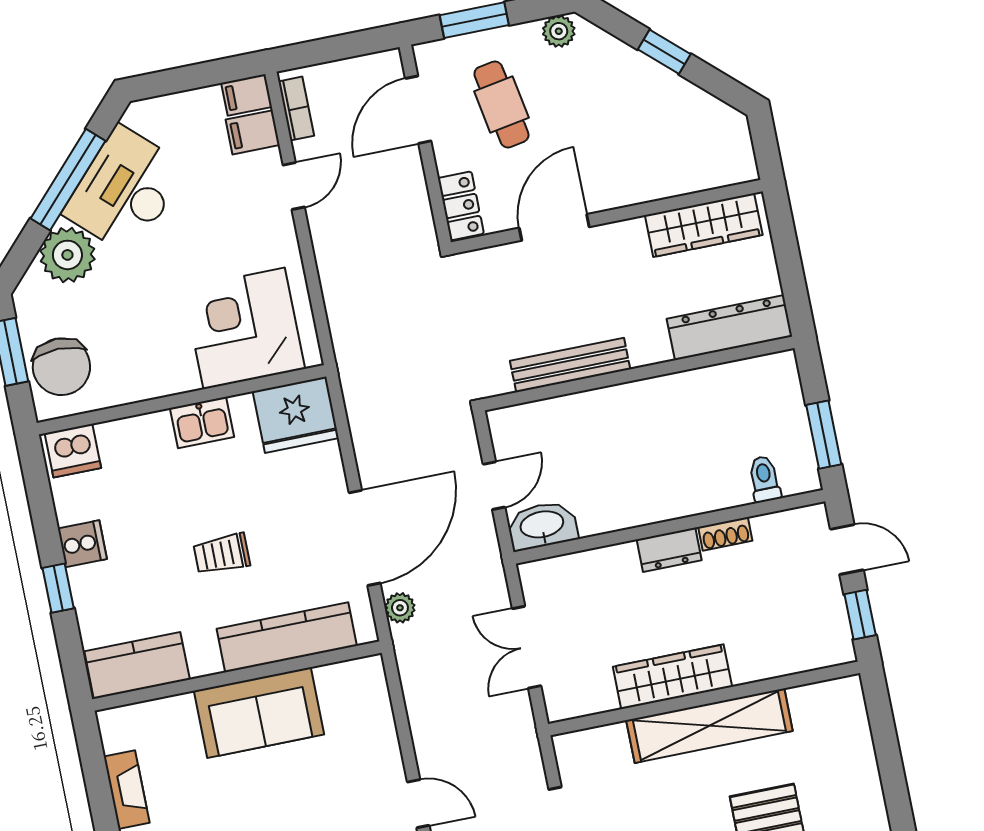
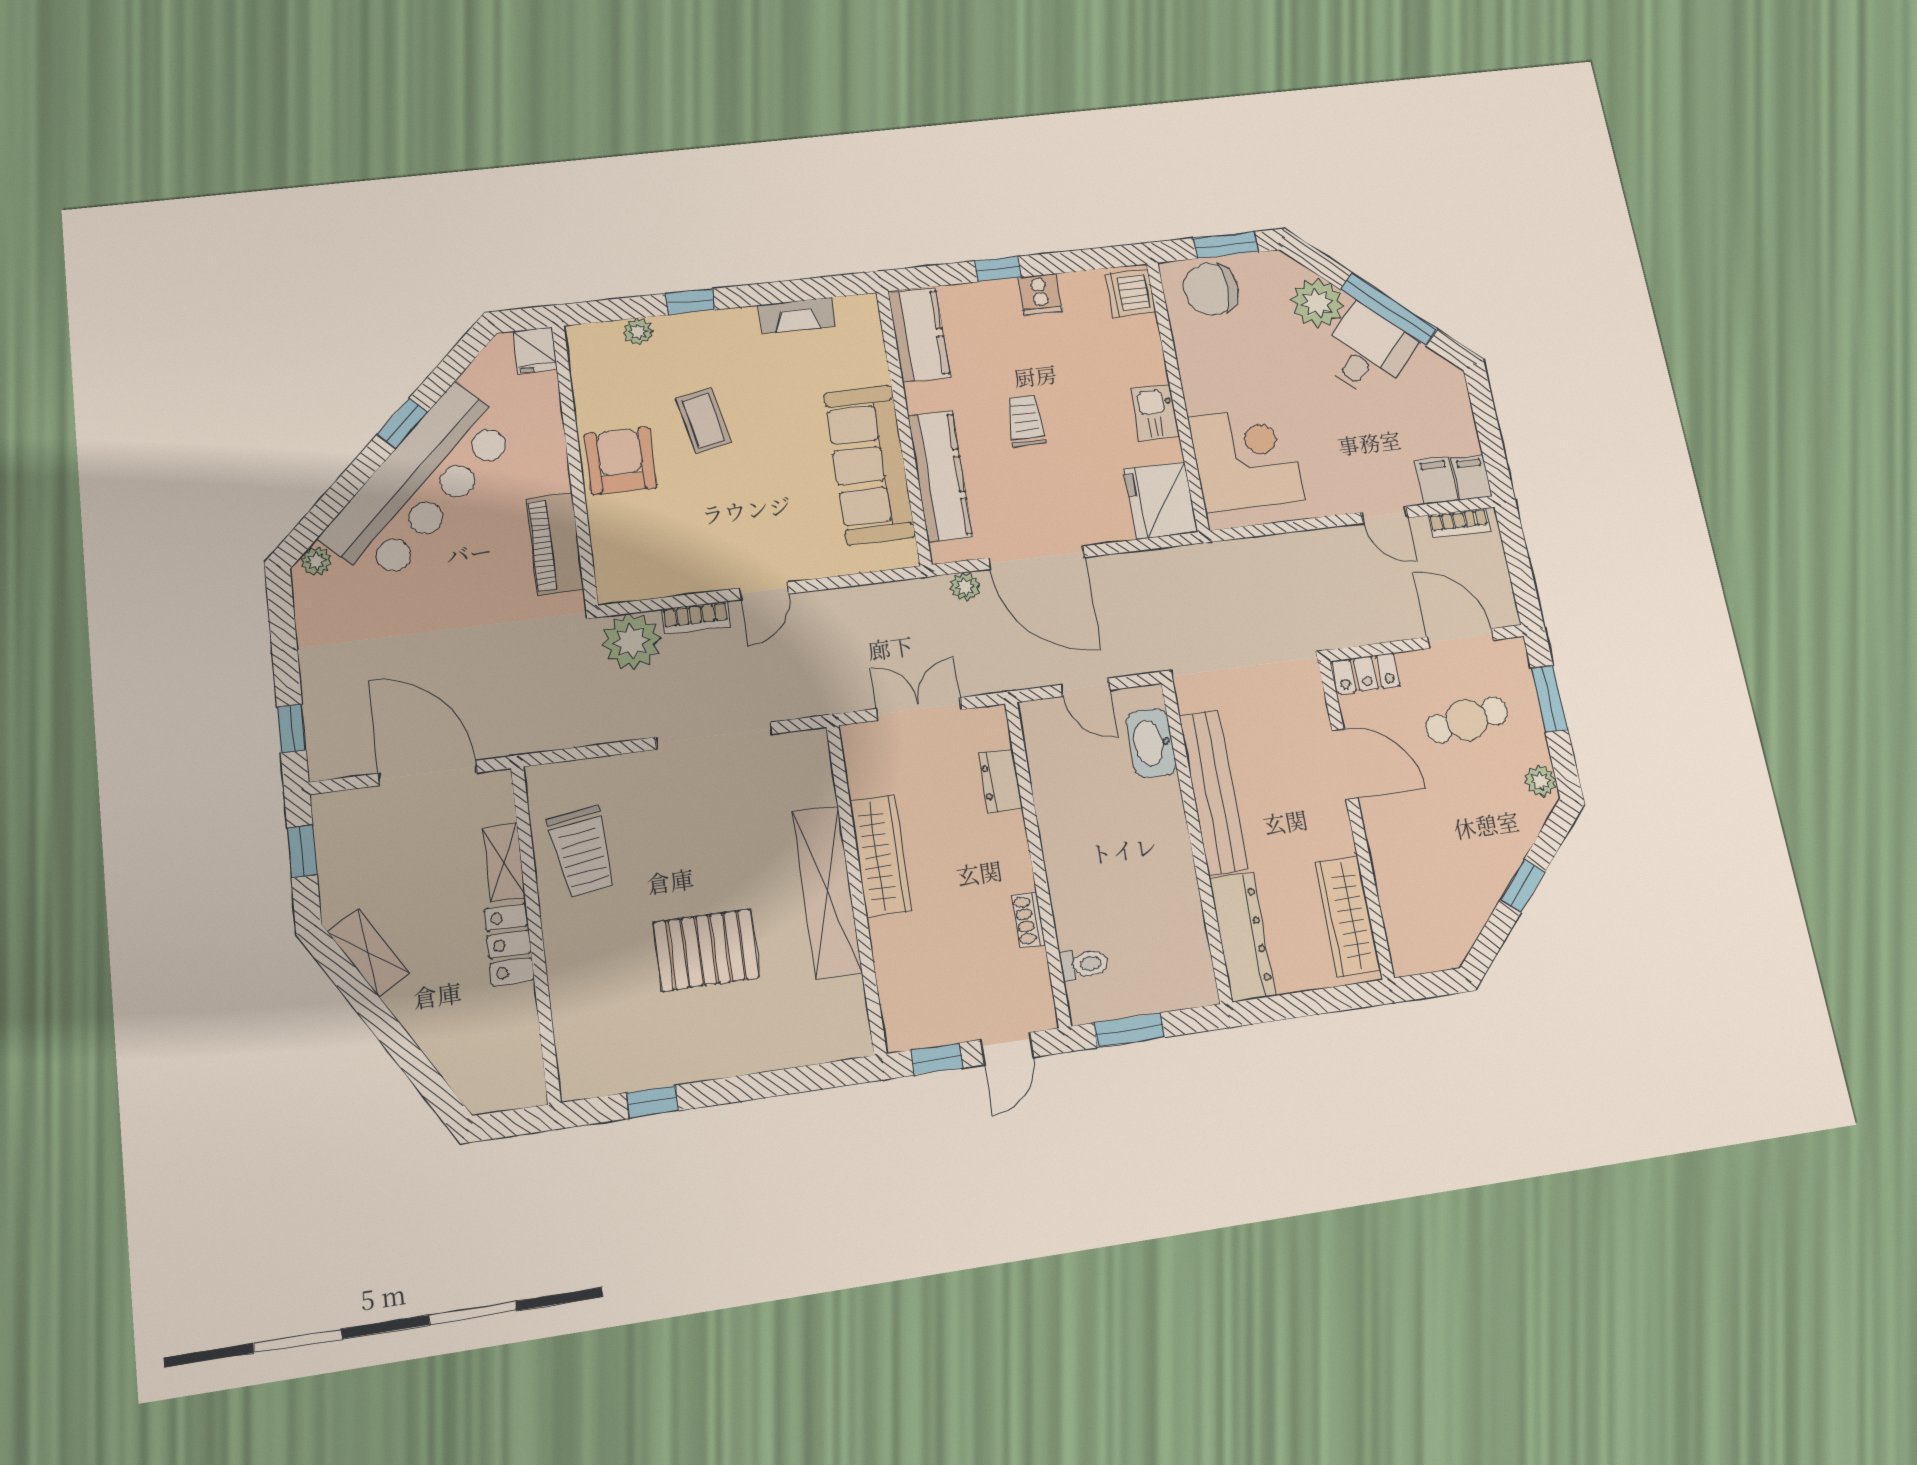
desk: (125, 190) -> (1367, 351), width x0.73
bench: (570, 365) -> (1213, 792), width x1.37, depth x1.21
washbasin: (542, 526) -> (1151, 743), moved, turned 180
dresser: (669, 550) -> (1001, 781), moved
sofa: (259, 713) -> (869, 465), width x1.36

